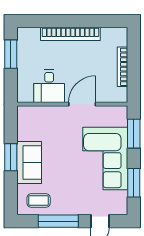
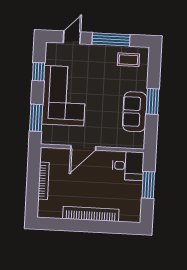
window: (11, 54) -> (148, 185), moved
desk: (49, 86) -> (128, 166), moved, turned 90
sofa: (29, 163) -> (135, 112), moved
window: (134, 183) -> (38, 72), width x0.67

